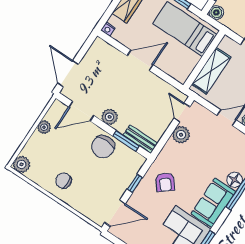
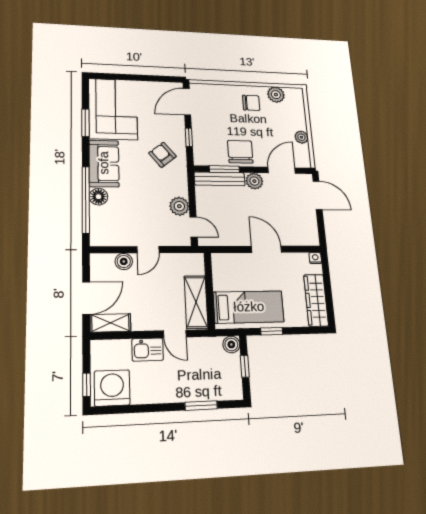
door: (140, 60) -> (266, 249), swing flipped
shelving: (211, 71) -> (196, 302), moved
bench: (140, 139) -> (220, 179), width x1.36
plant: (21, 164) -> (276, 95), moved

